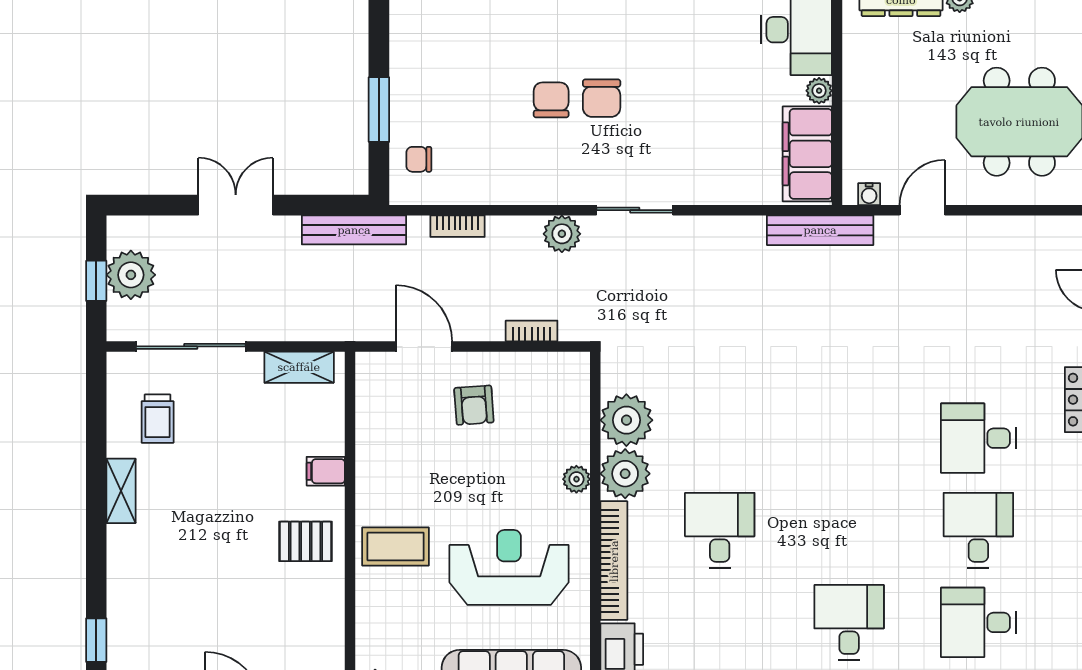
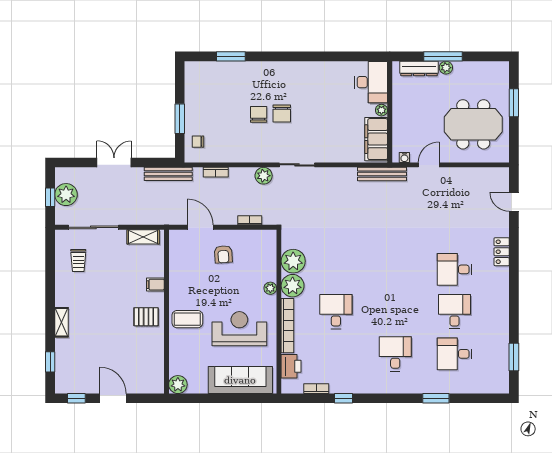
shelving: (121, 491) -> (61, 322), moved

